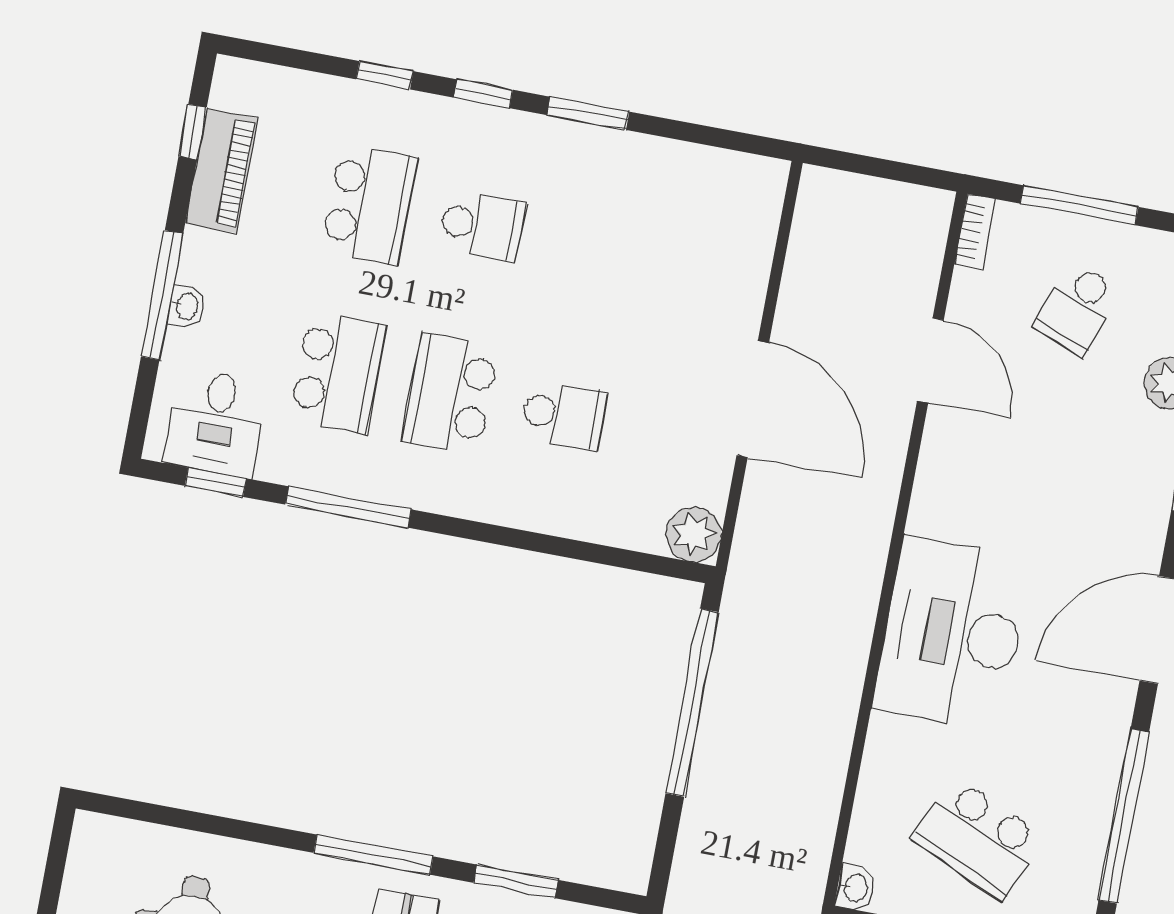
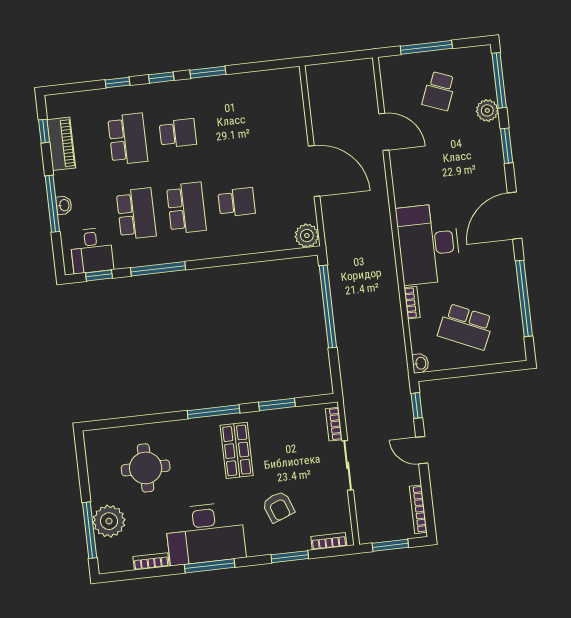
bookcase: (975, 232) -> (412, 303), moved
school desk: (451, 394) -> (186, 208), turned 180

